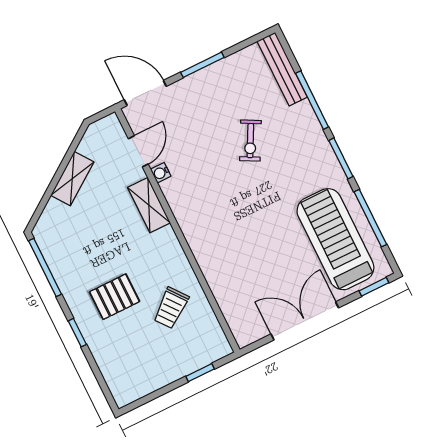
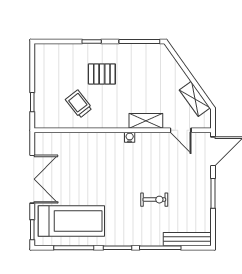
exercise bike: (250, 141) -> (154, 200), turned 152
water cooler: (161, 173) -> (130, 137), moved
shelving: (72, 179) -> (195, 99), moved
pallet: (114, 297) -> (102, 74), turned 90

